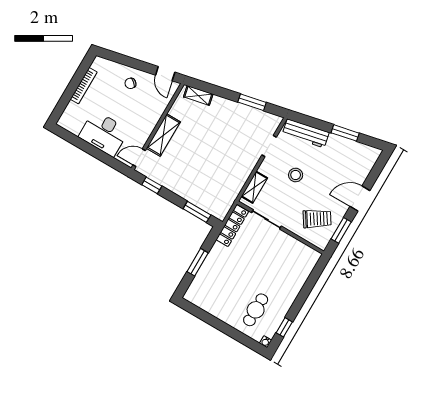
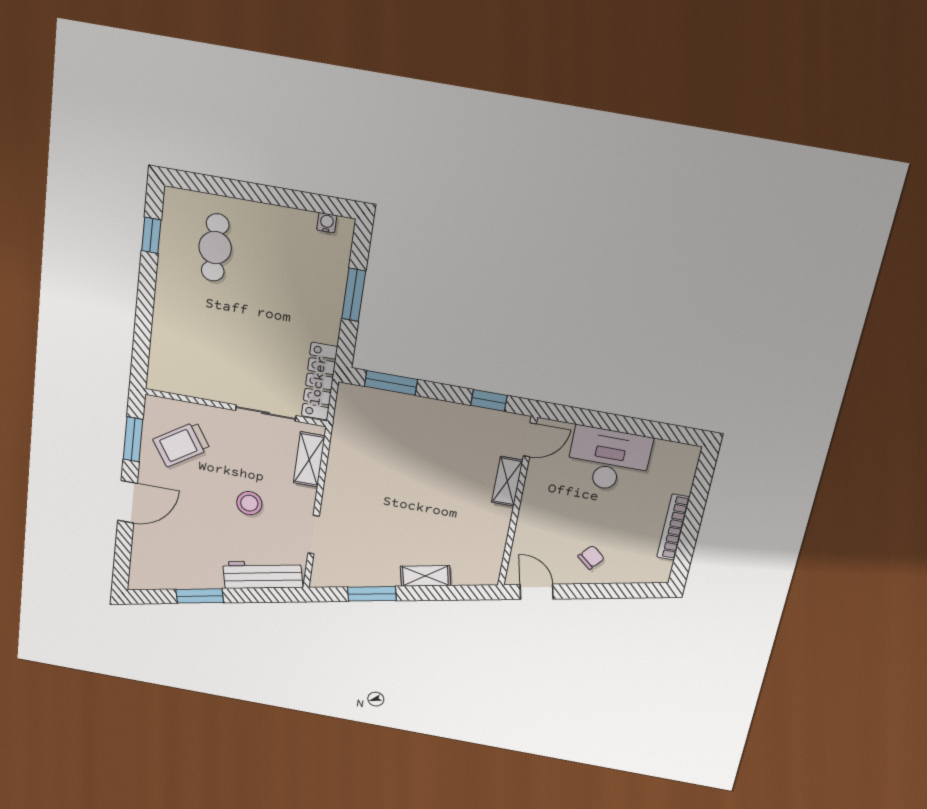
shelving: (198, 95) -> (425, 576), moved
shelving: (163, 135) -> (507, 481), width x0.67, depth x0.75
water cooler: (266, 342) -> (327, 223), moved

